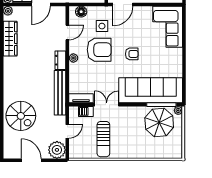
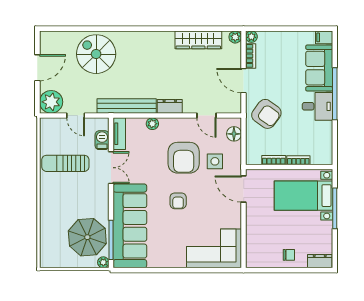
plant: (73, 58) -> (152, 124), moved
spiral stairs: (21, 116) -> (96, 54), turned 90

